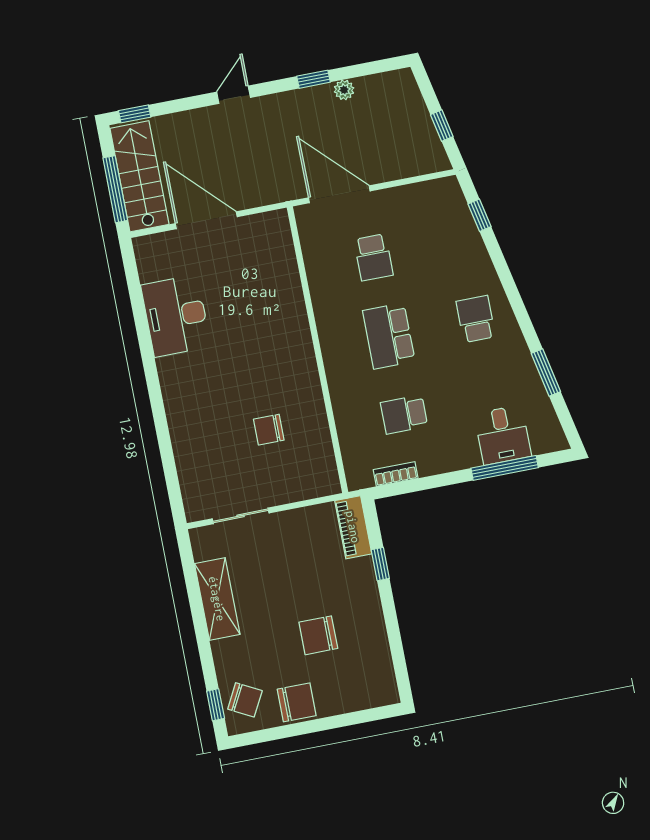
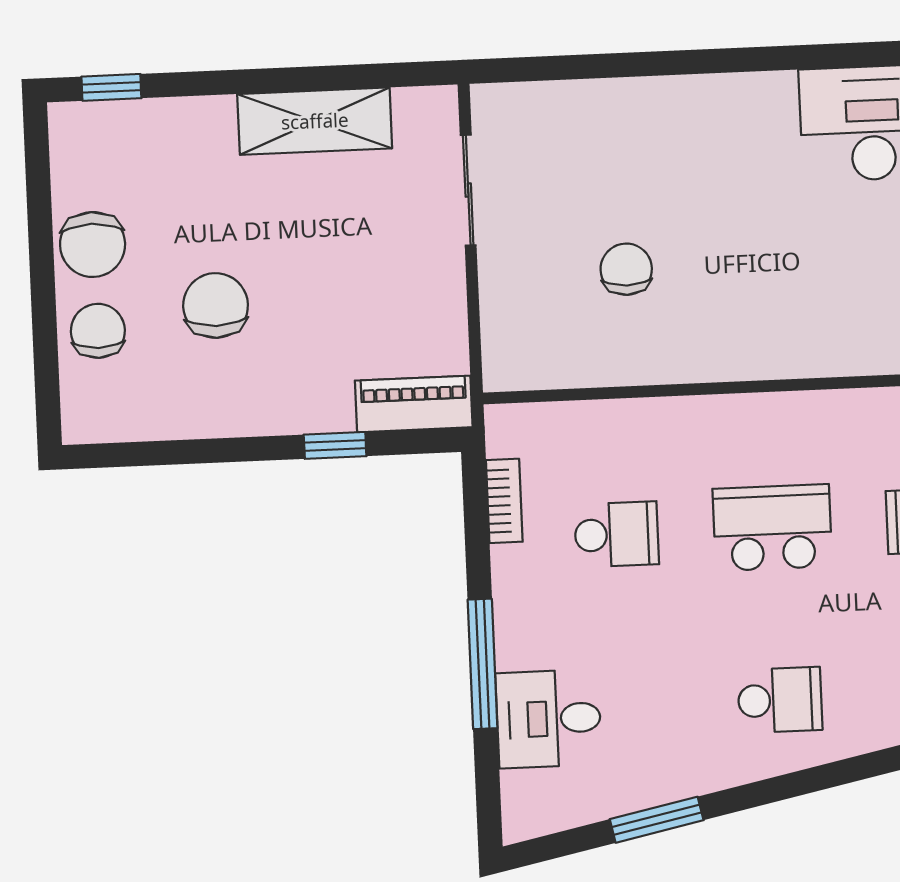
school desk: (404, 414) -> (617, 534), turned 90
window: (505, 468) -> (483, 664), moved
chair: (245, 700) -> (98, 331), moved, turned 152

